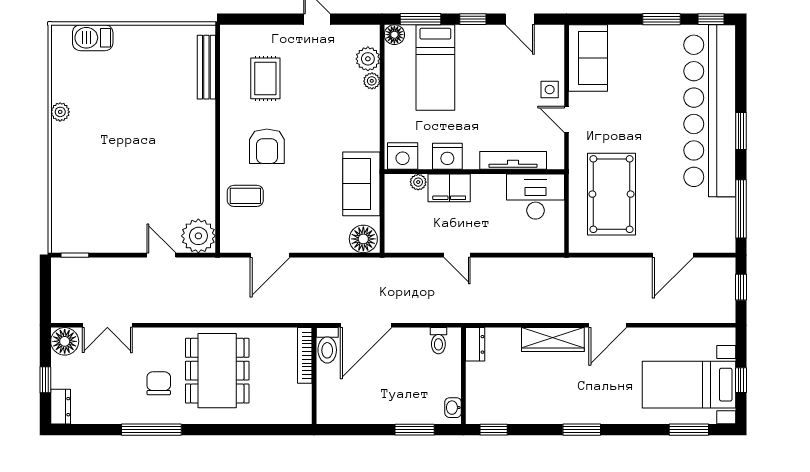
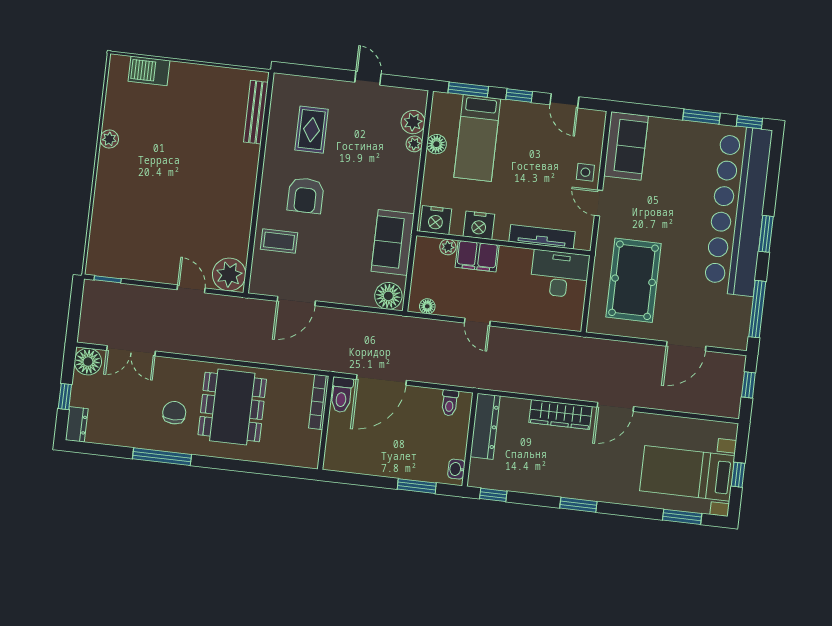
floor lamp: (394, 35) -> (436, 144), moved
floor lamp: (404, 245) -> (427, 306), added
dresser: (475, 344) -> (485, 426), width x1.96, depth x1.24

